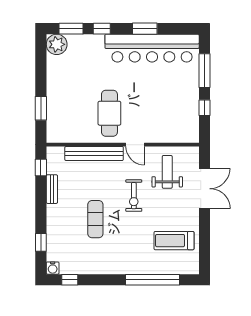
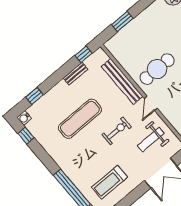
weight bench: (167, 172) -> (151, 140), turned 180
exercise bike: (134, 196) -> (117, 131), turned 180
exercise mat: (95, 219) -> (80, 119), width x1.36, depth x1.45
treadmill: (174, 241) -> (110, 182), turned -90

